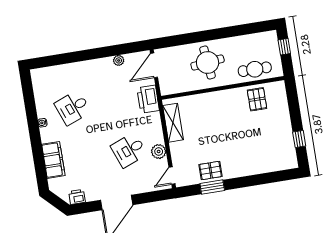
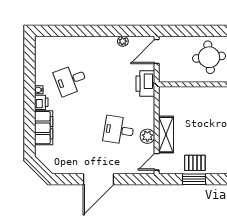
shelving: (173, 123) -> (166, 135), moved
desk: (129, 150) -> (119, 130), turned 30
printer: (77, 197) -> (41, 102), moved, turned 90

